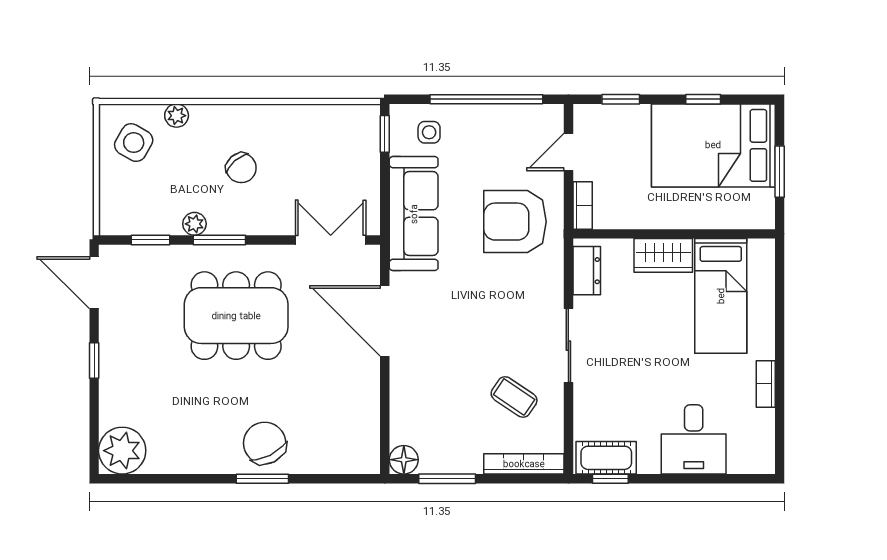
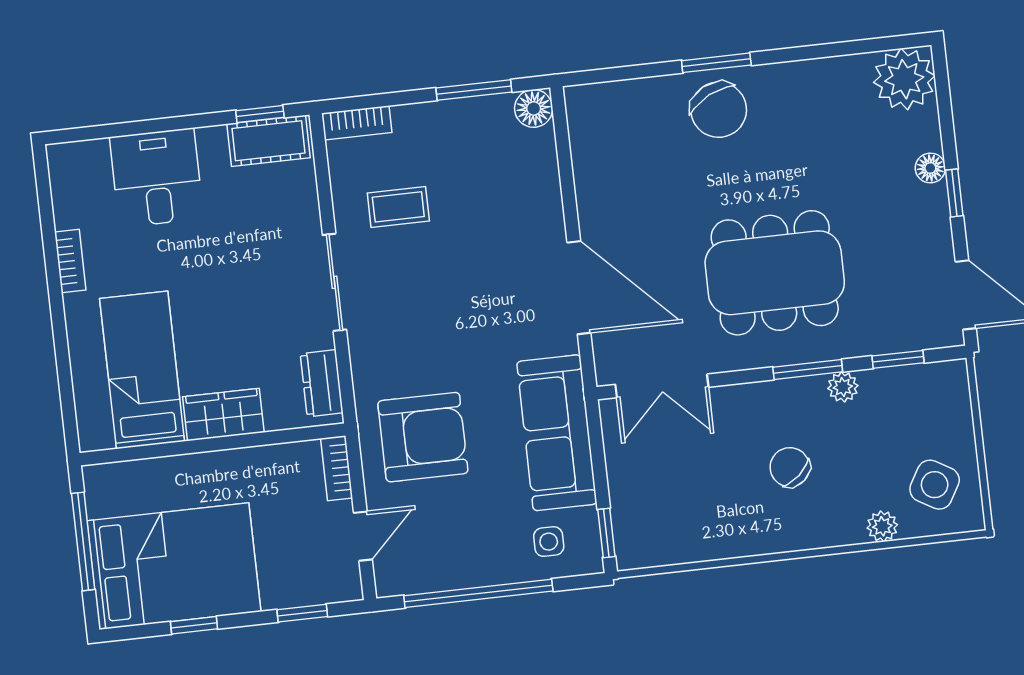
window: (780, 172) -> (83, 541), width x1.44
floor lamp: (110, 381) -> (930, 168), added
coffee table: (514, 397) -> (398, 207), turned -34
bookcase: (524, 464) -> (357, 123), width x0.64

